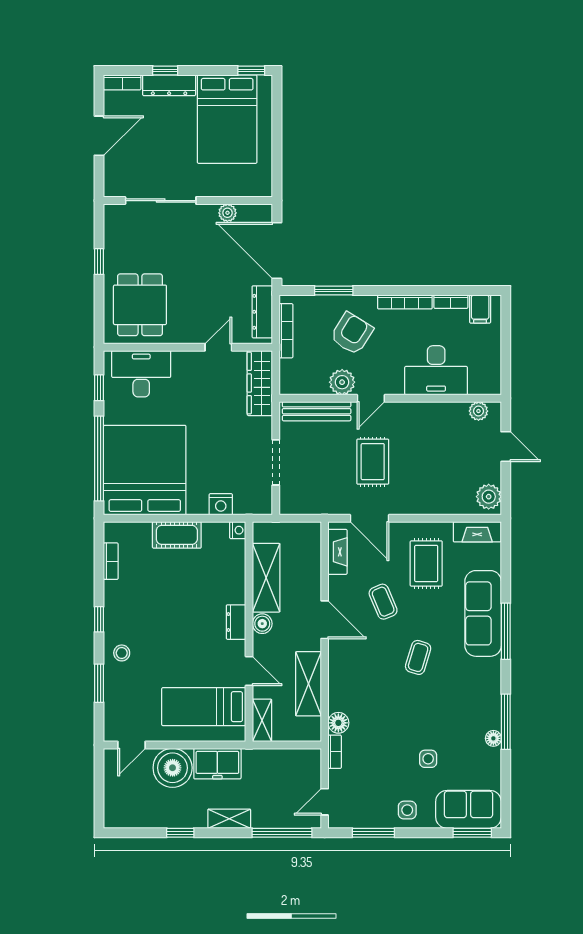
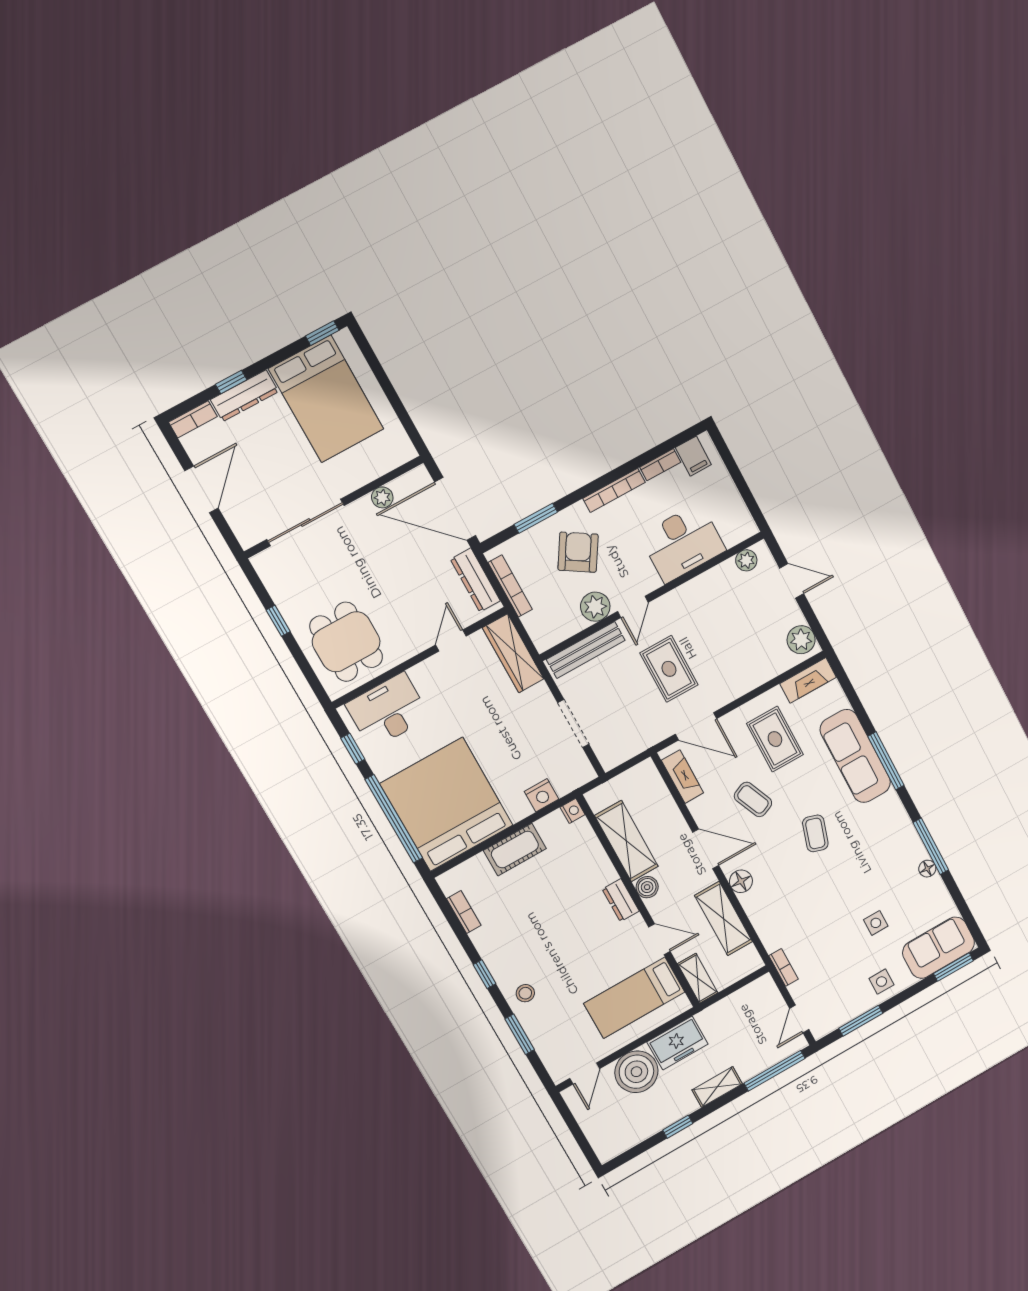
floor lamp: (338, 723) -> (741, 881), moved

